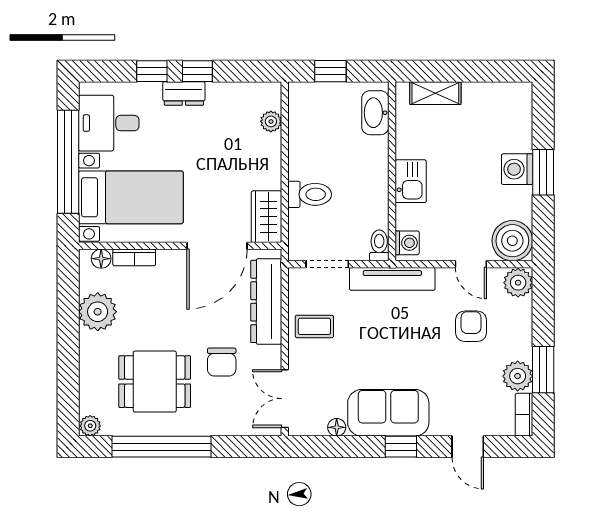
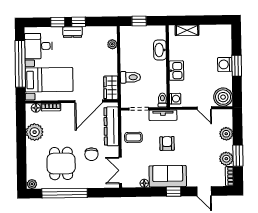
washbasin: (375, 113) -> (160, 50), moved
tv unit: (392, 279) -> (163, 115), width x0.71
plant: (518, 283) -> (226, 134), moved
armchair: (471, 326) -> (167, 143), moved
dining table: (155, 382) -> (61, 164), turned 90

